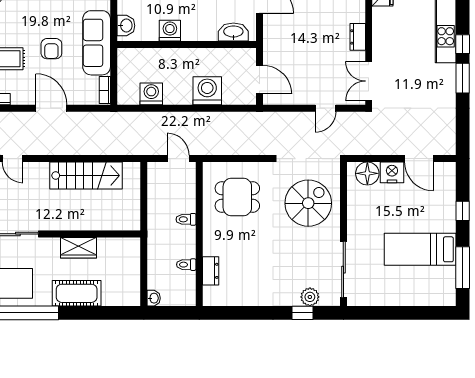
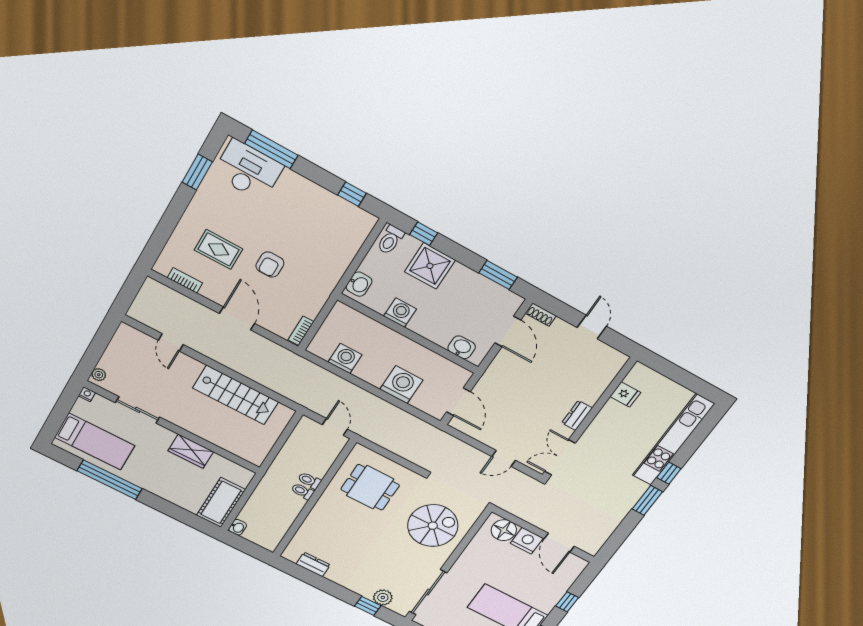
washbasin: (233, 32) -> (462, 347), width x0.72
sofa: (97, 43) -> (319, 284), removed
toilet: (186, 265) -> (302, 491), moved
dresser: (211, 271) -> (313, 564), moved, turned -90
cot: (77, 293) -> (221, 502), moved, turned 90

